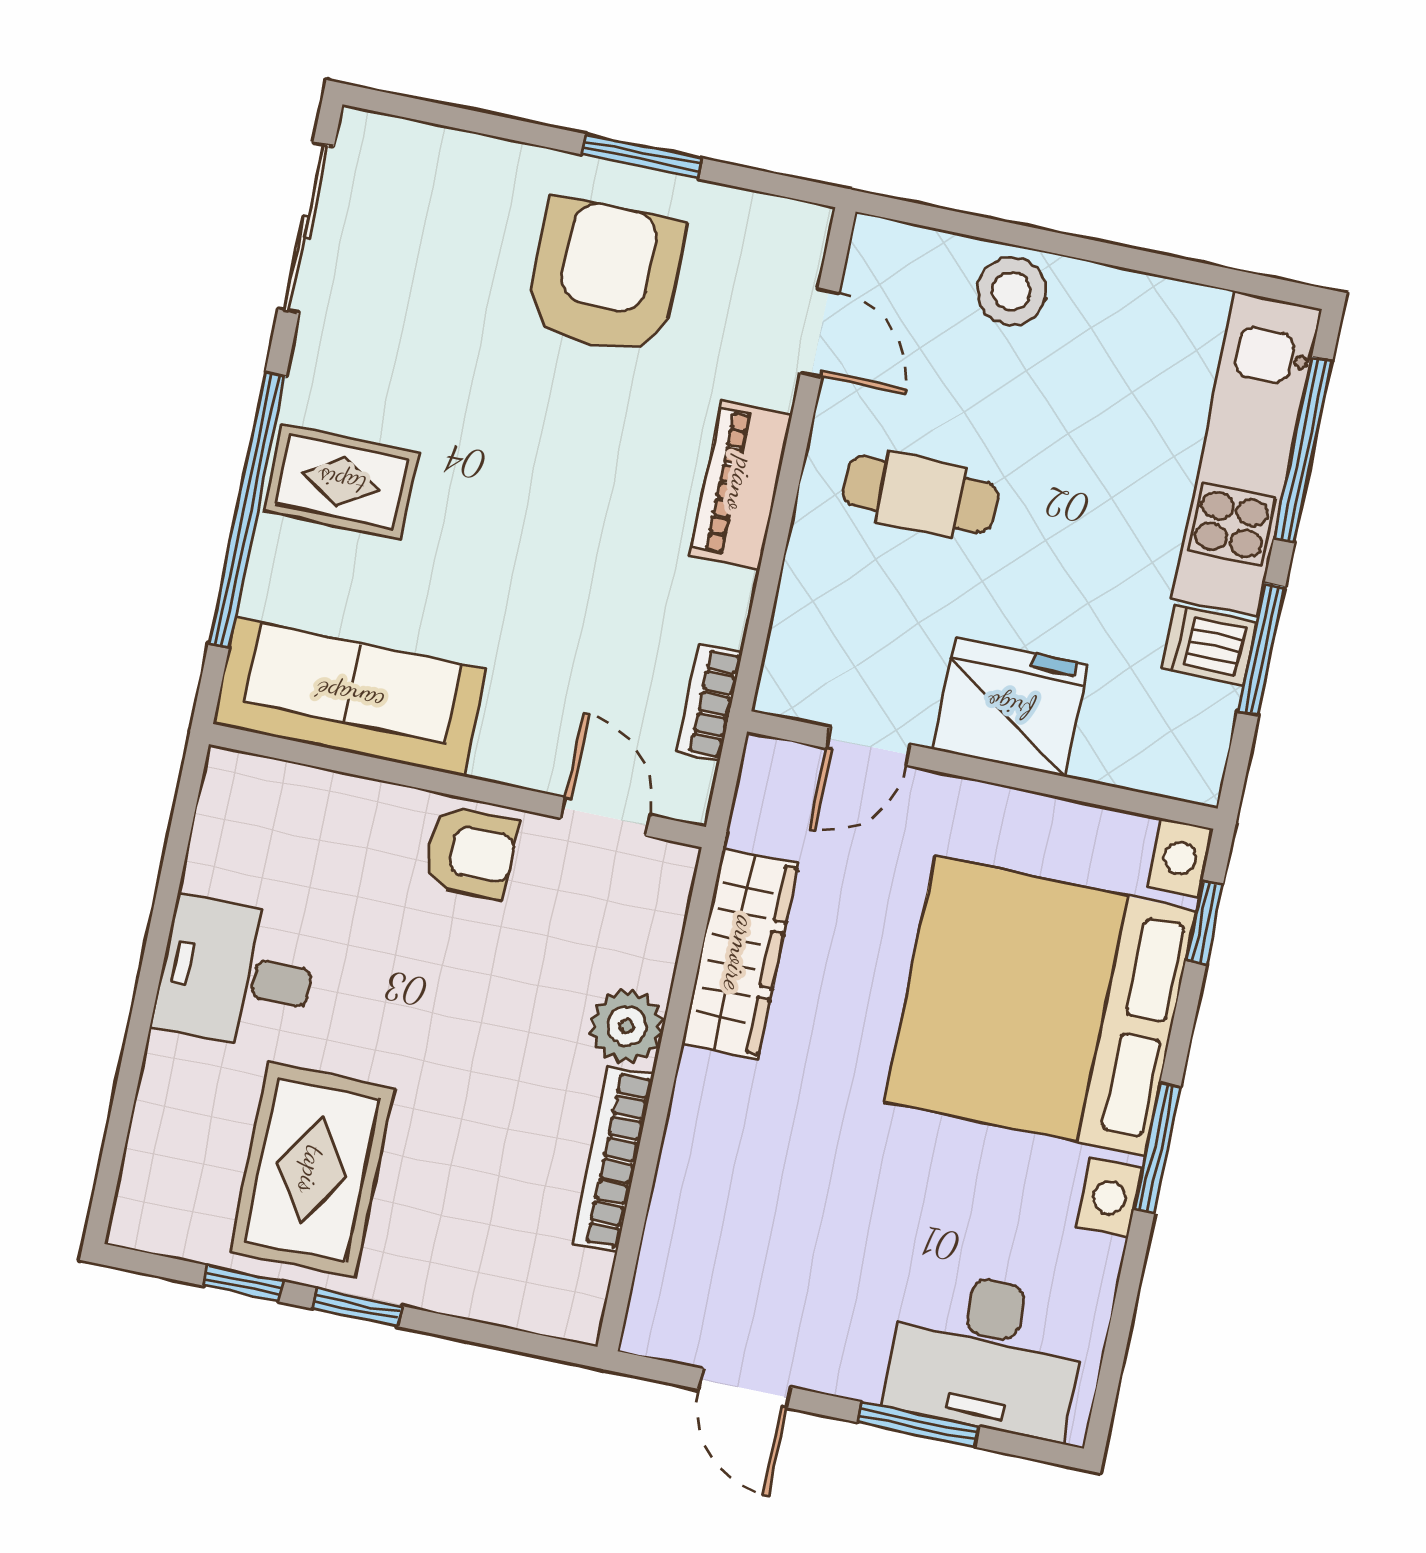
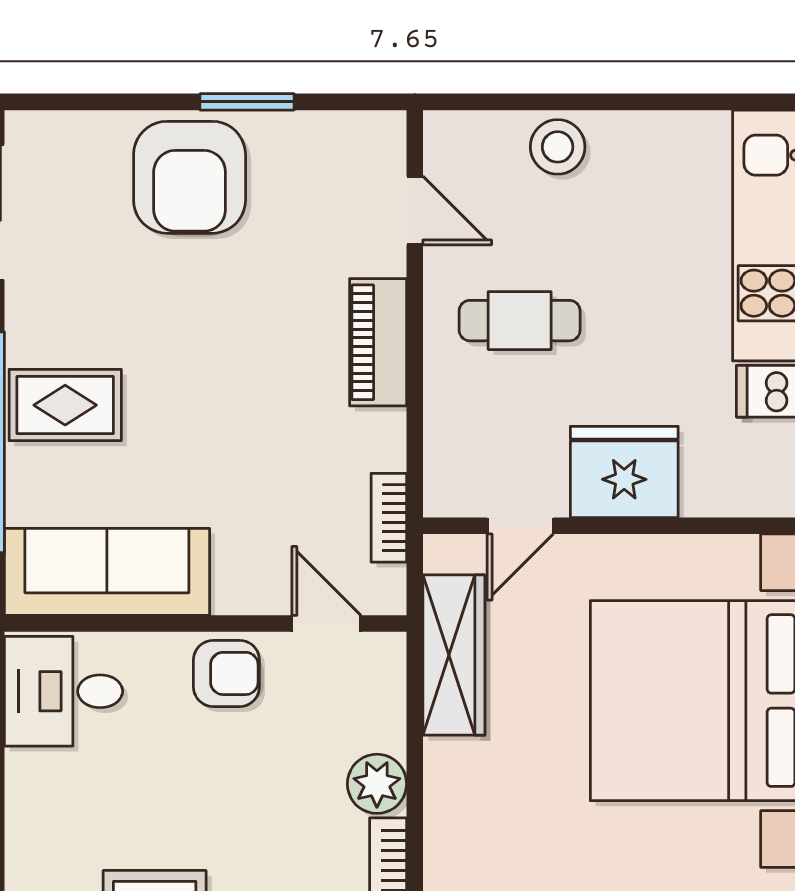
armchair: (605, 277) -> (190, 177), moved, turned 180
wardrobe: (740, 954) -> (454, 655), moved
desk: (236, 974) -> (63, 691), moved

